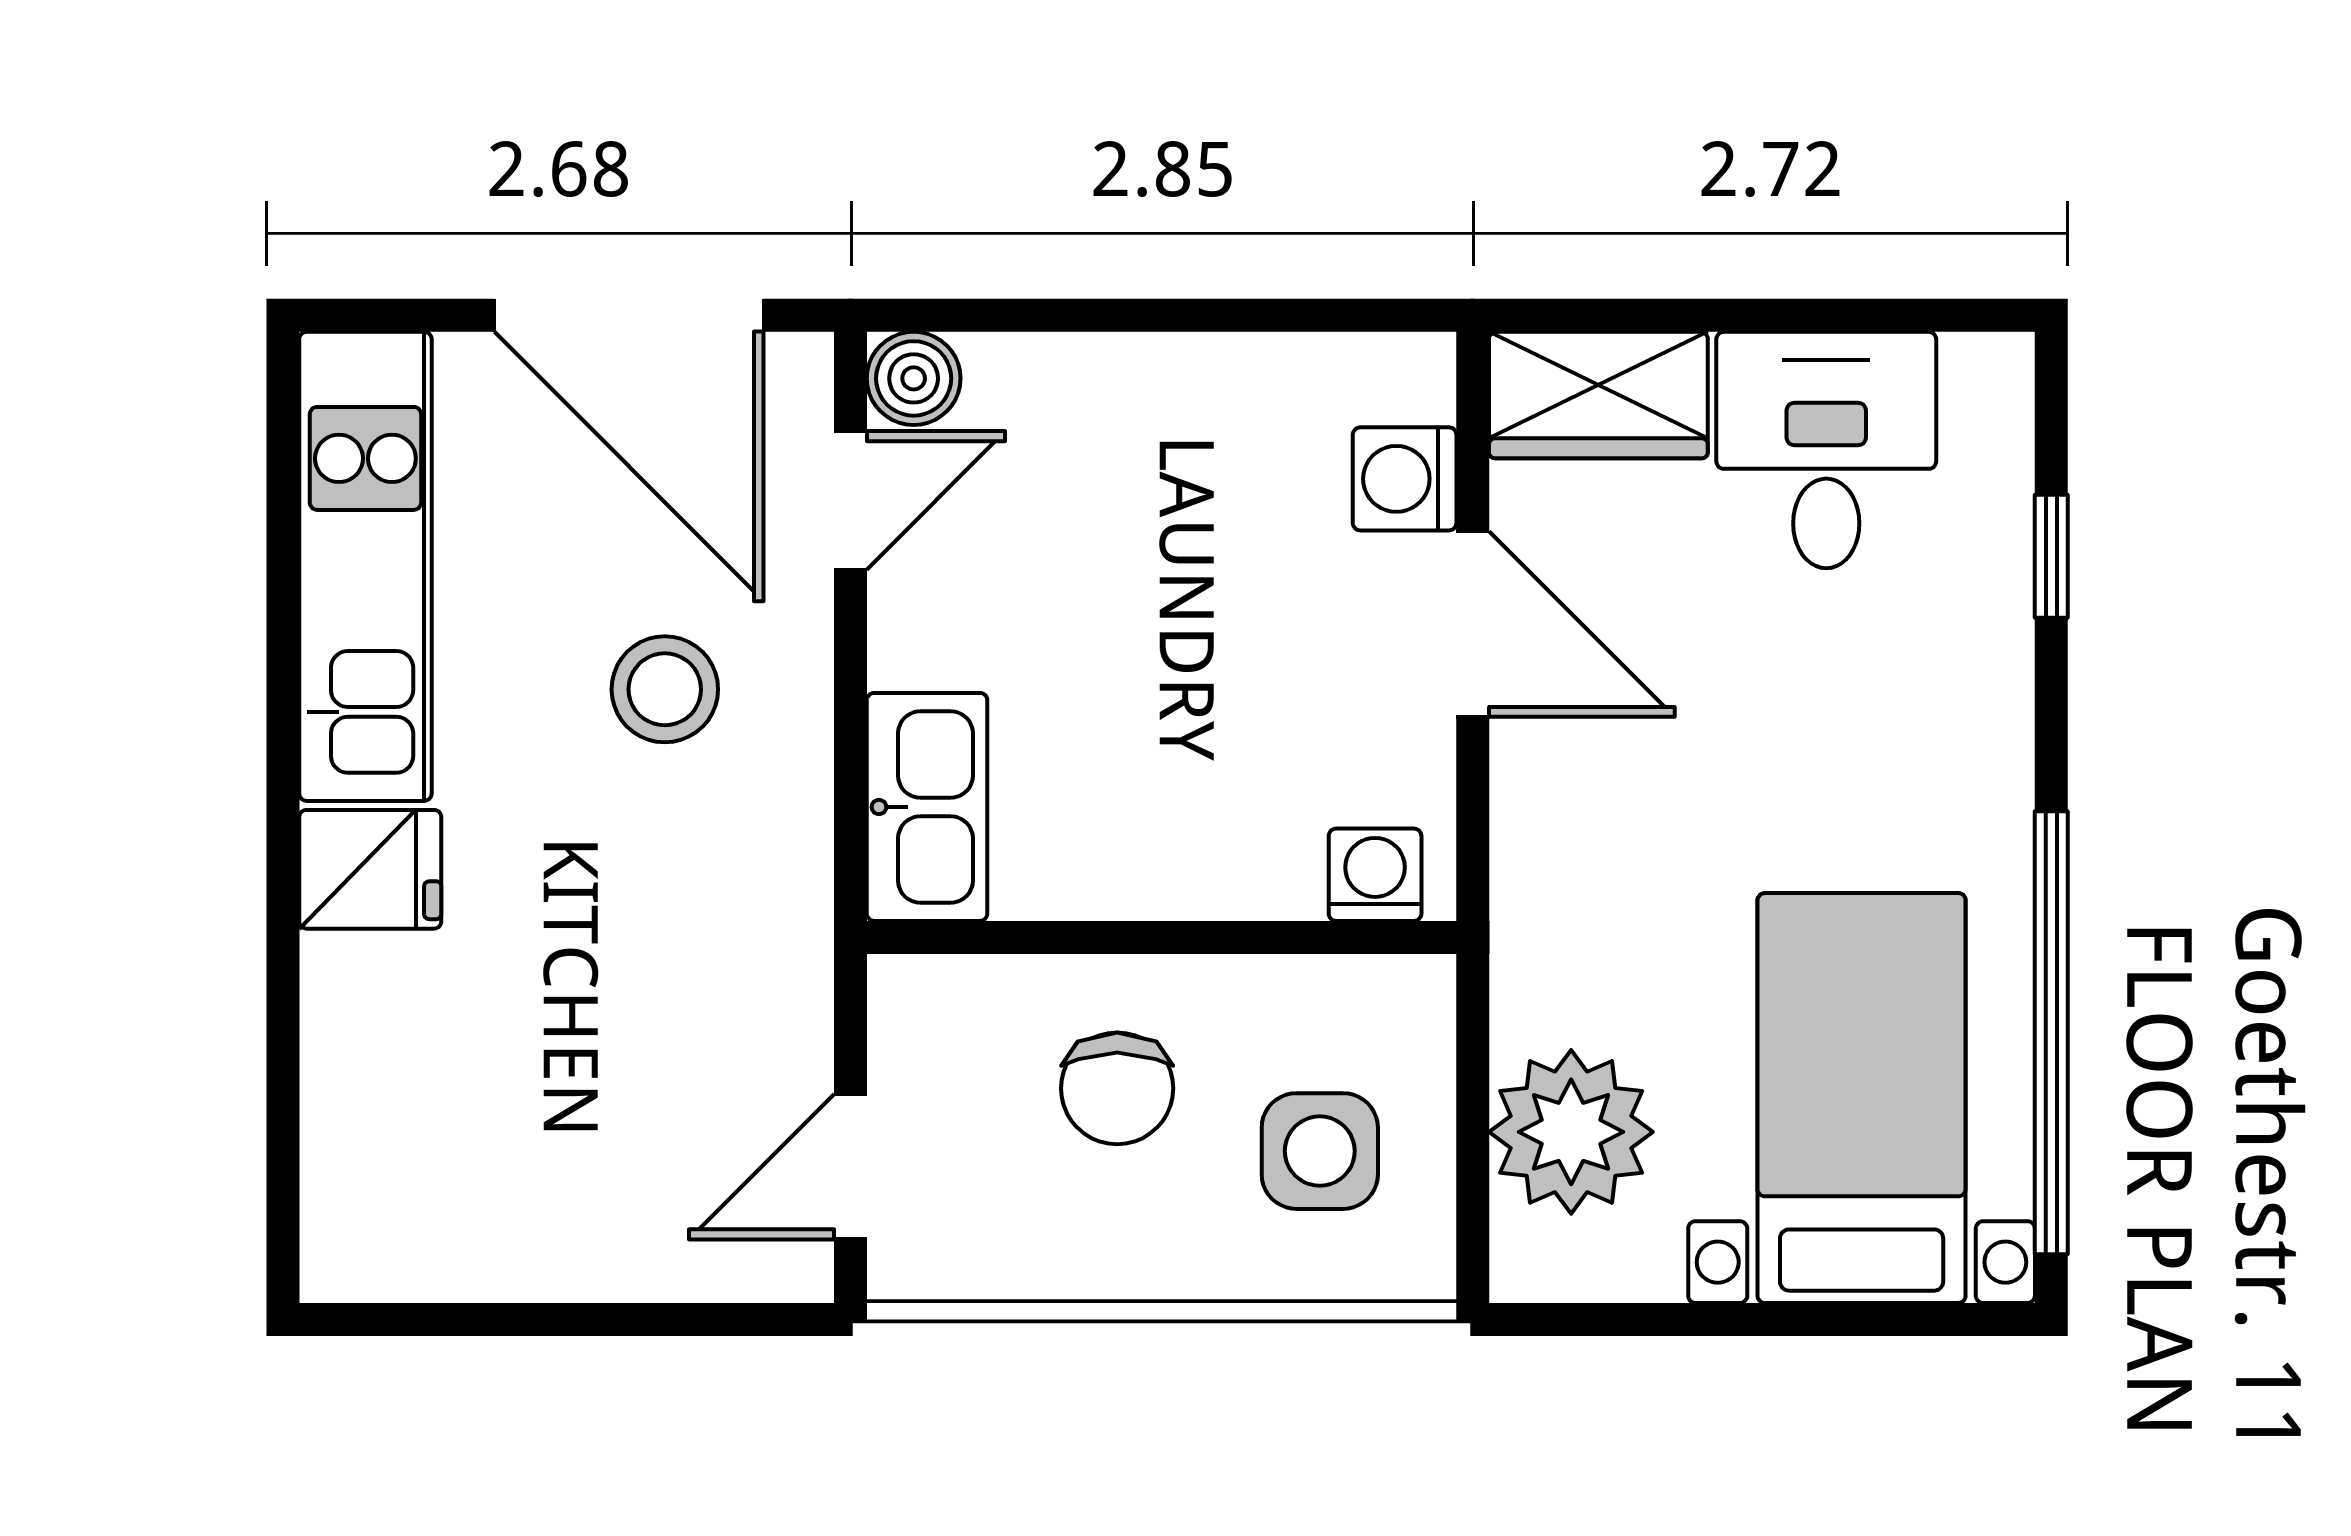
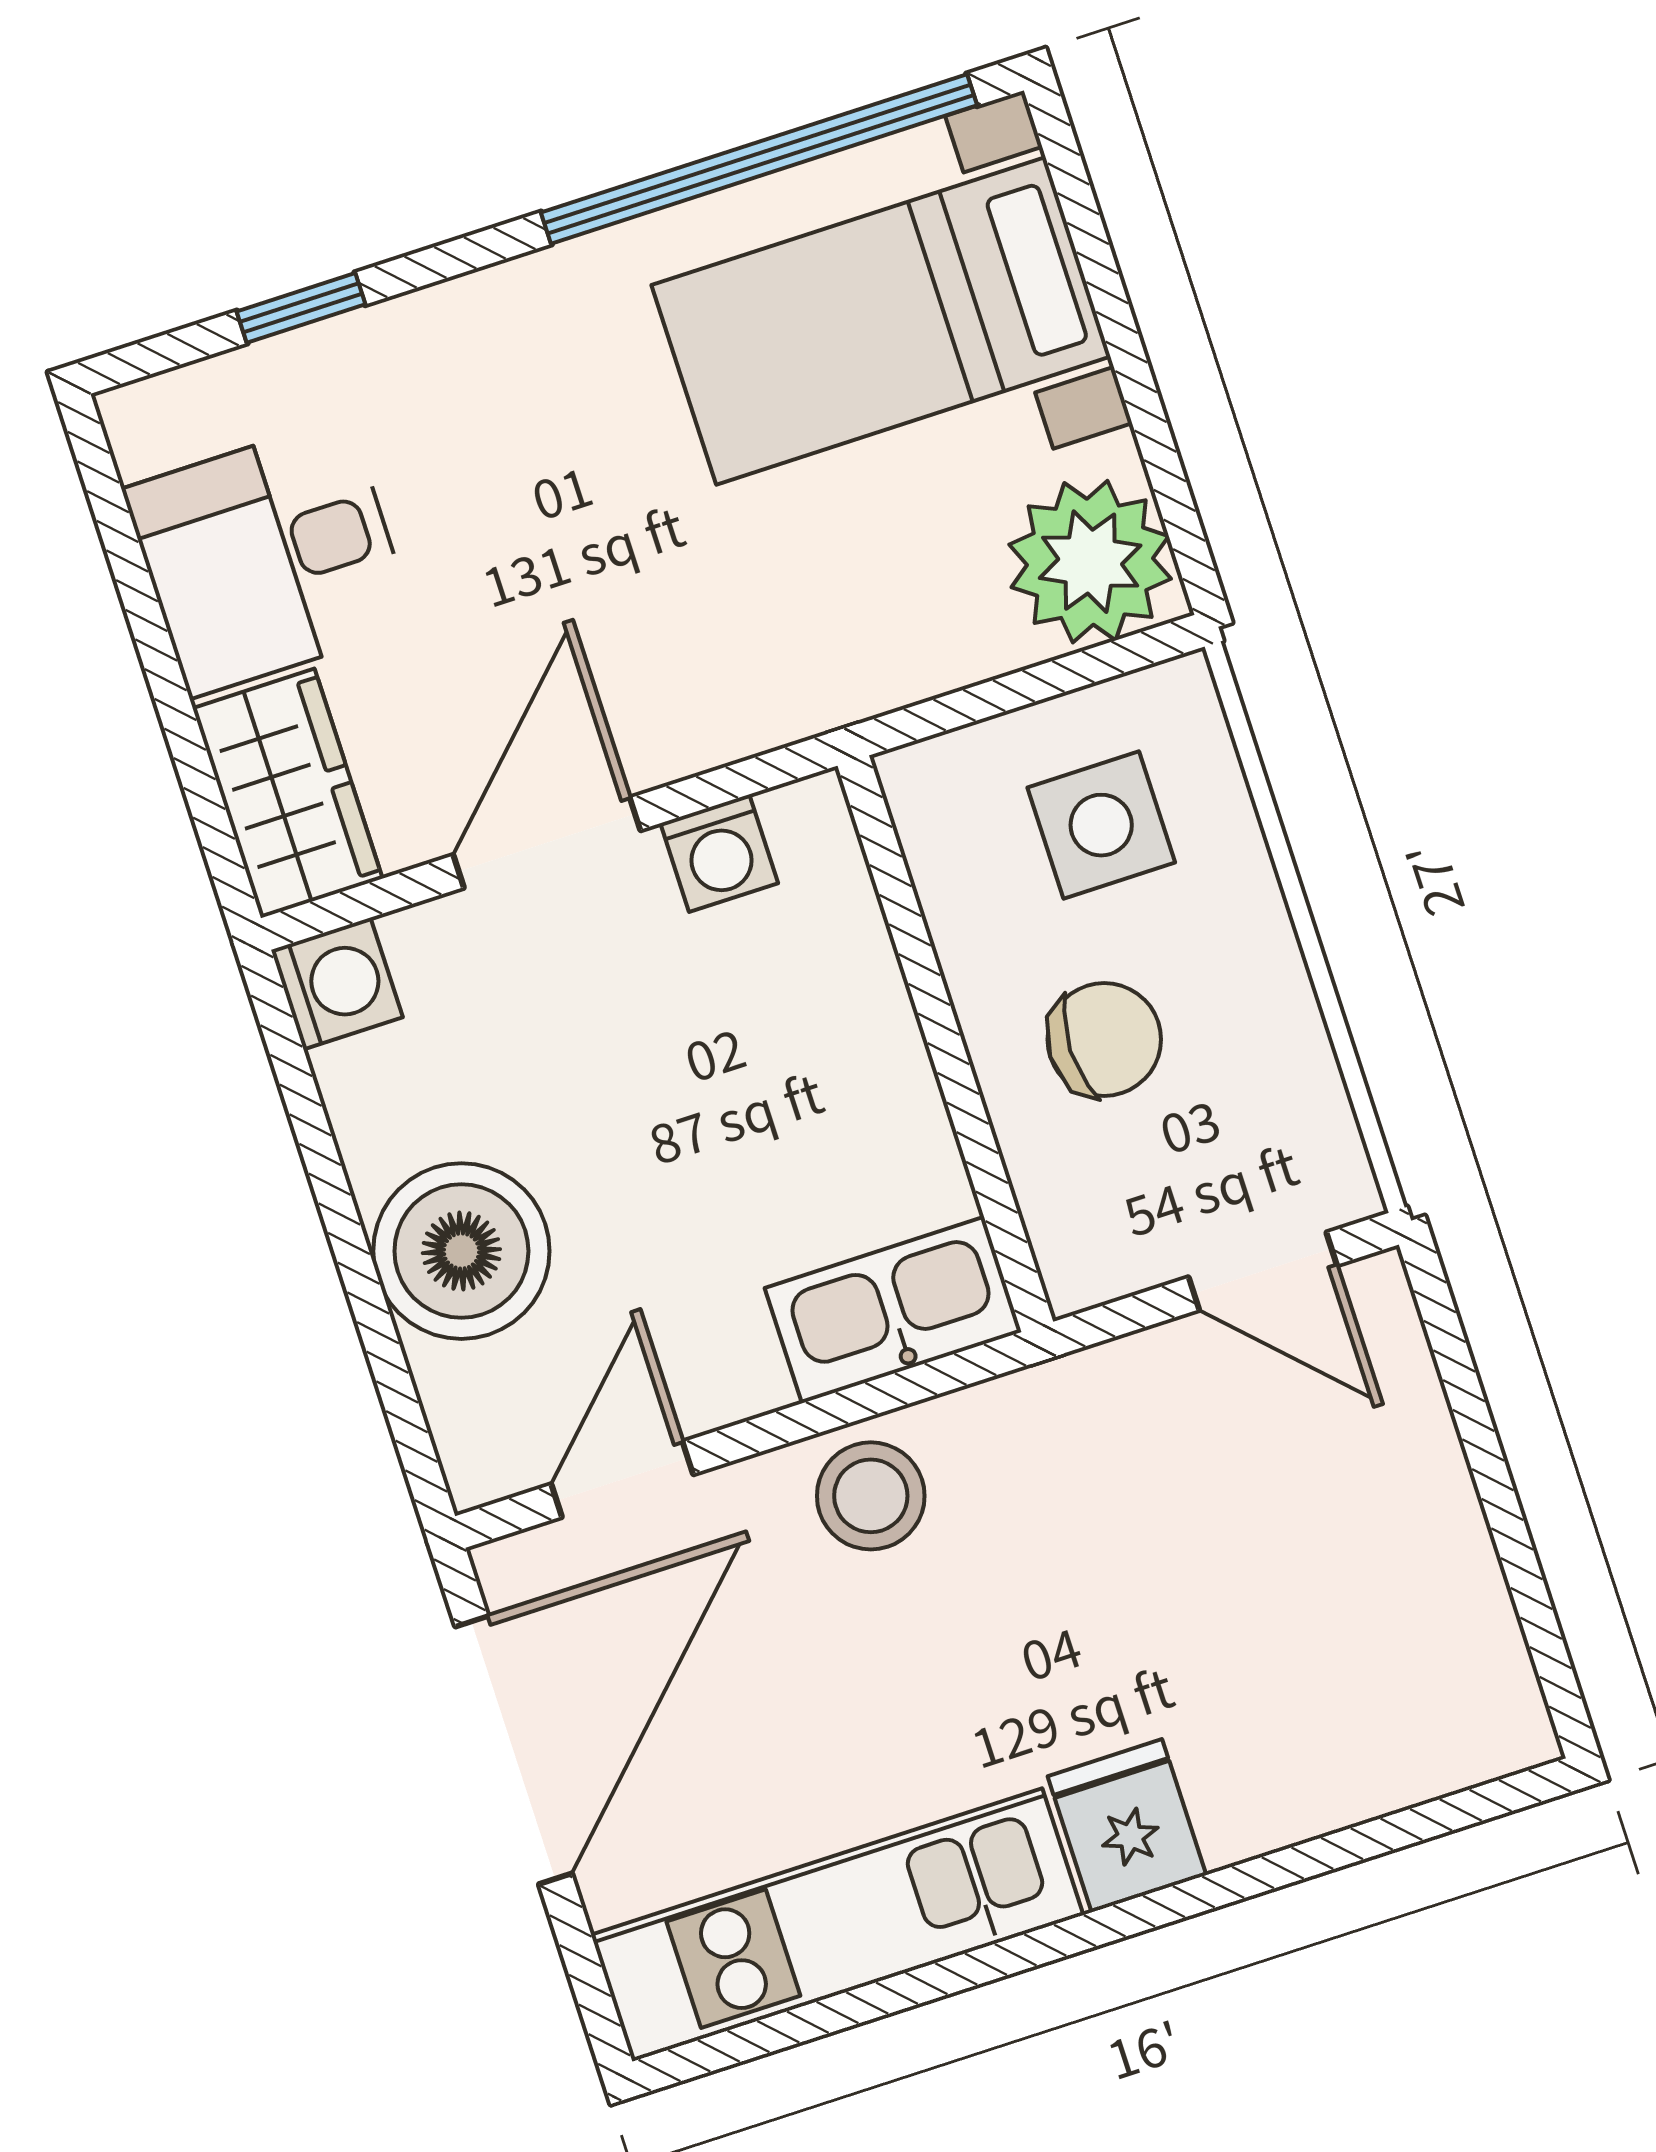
boiler: (914, 378) -> (461, 1251), moved, width x1.86, depth x1.86
washing machine: (1405, 479) -> (337, 984), moved, turned -90
door: (851, 500) -> (622, 1479), hinge flipped
stool: (665, 689) -> (871, 1496), moved
washing machine: (1375, 875) -> (719, 853), moved, turned -90
plant: (1571, 1132) -> (1090, 562), moved

